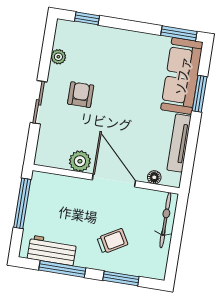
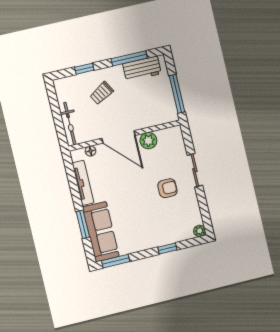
window: (87, 18) -> (167, 248), moved
plant: (58, 57) -> (200, 231), moved
armchair: (81, 95) -> (167, 188), turned -90
window: (121, 278) -> (84, 69), width x0.67

